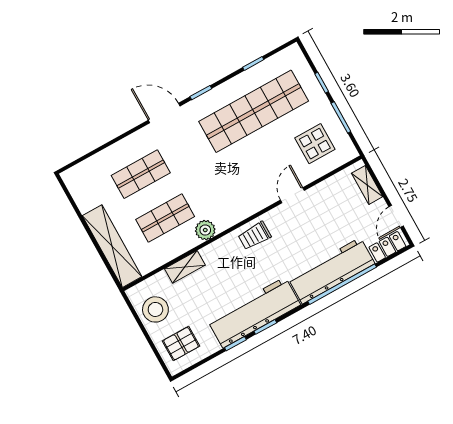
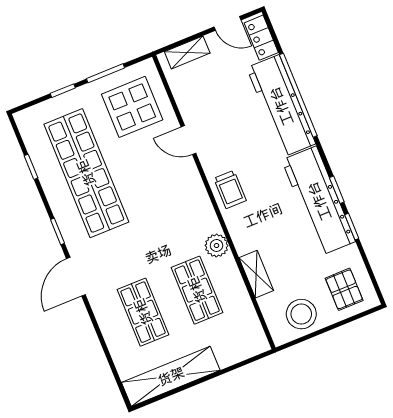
display table: (315, 144) -> (132, 107), width x1.36, depth x1.36
shelving: (112, 246) -> (171, 376), moved

